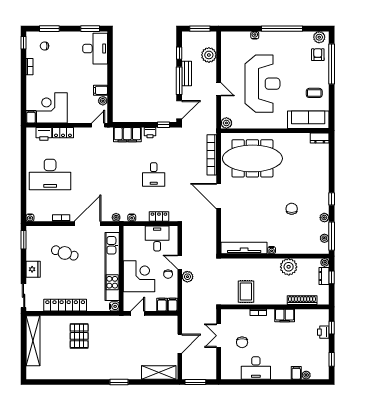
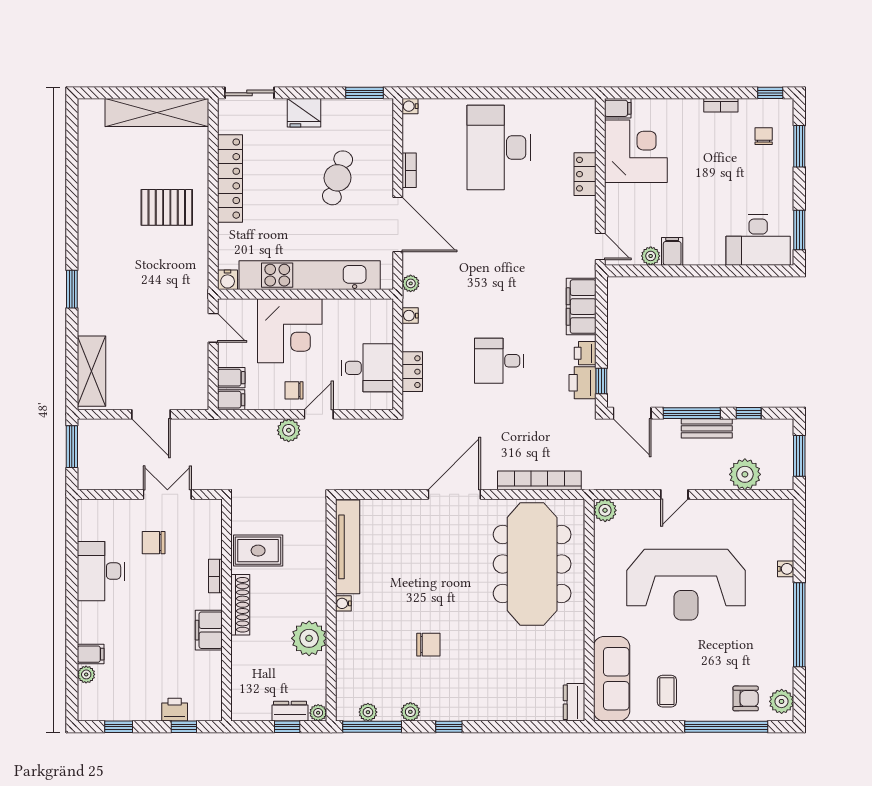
printer: (44, 134) -> (582, 383), moved
shoe rack: (302, 300) -> (240, 605), moved

